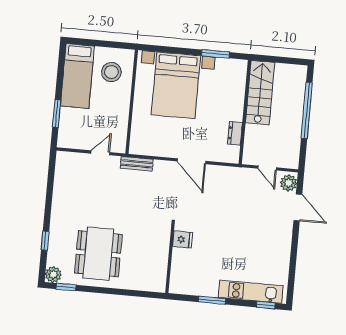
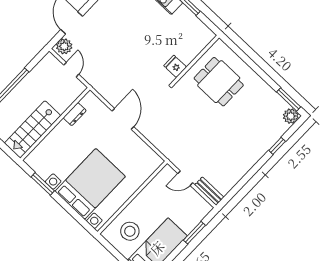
bench: (137, 164) -> (209, 191), moved
dining table: (98, 254) -> (219, 82), moved, width x0.73
window: (66, 287) -> (289, 99), width x1.50

